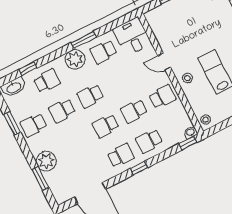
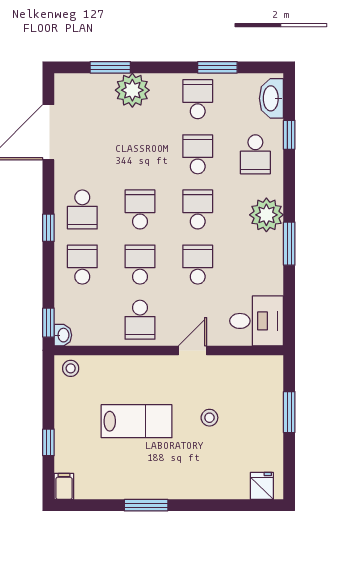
school desk: (104, 52) -> (198, 265), moved
stool: (187, 78) -> (209, 418), moved

